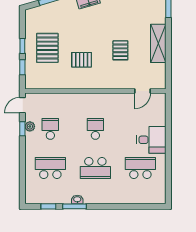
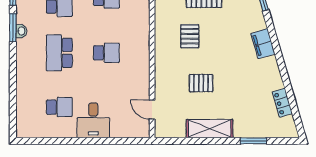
school desk: (140, 168) -> (59, 107), width x0.54

